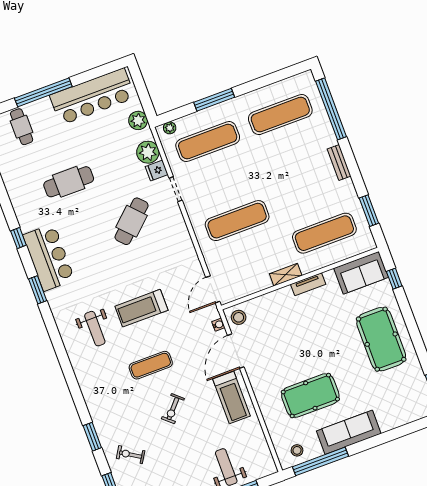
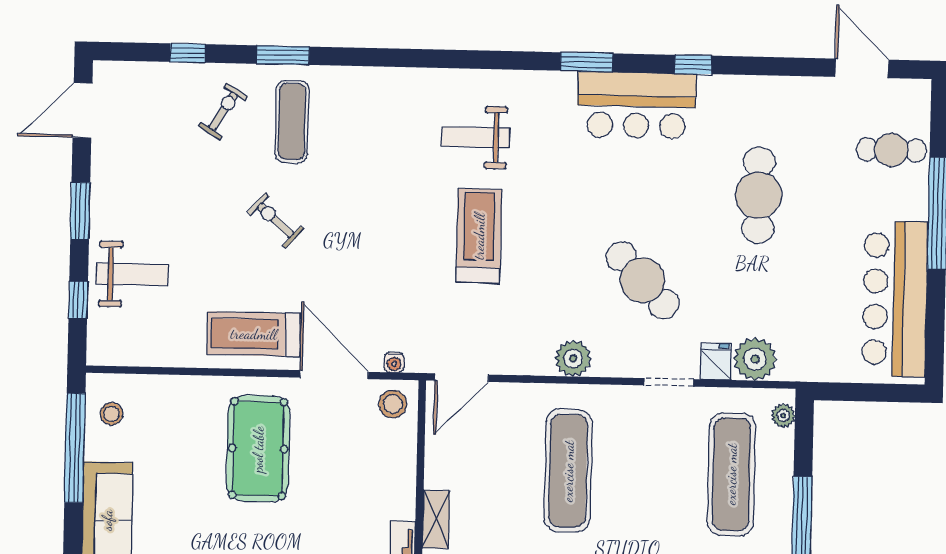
plant: (138, 120) -> (573, 358), moved
door: (213, 289) -> (462, 378), swing flipped
exercise mat: (151, 365) -> (292, 121), moved
pool table: (310, 396) -> (258, 449), moved

